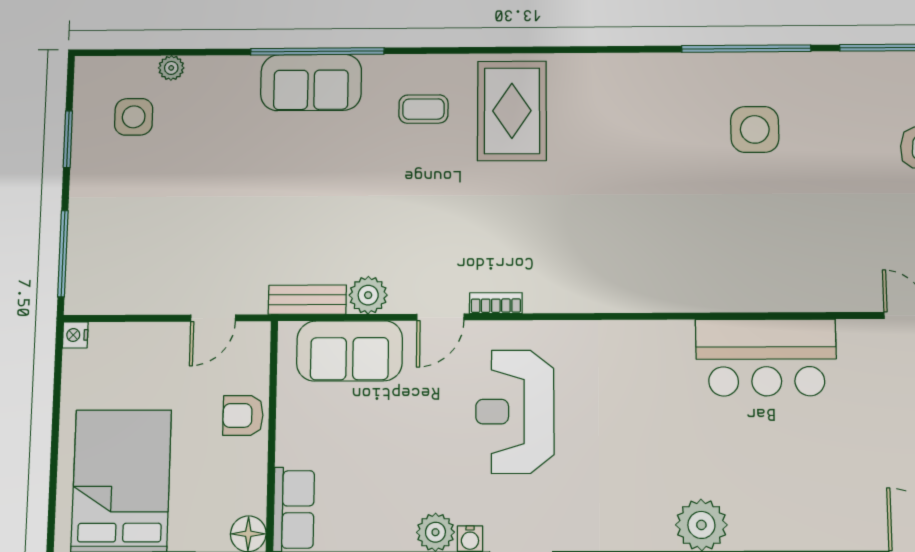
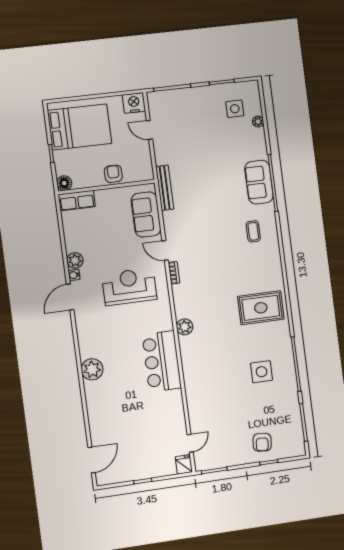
rug: (512, 111) -> (261, 308), moved
plant: (368, 295) -> (185, 327), moved
bench: (307, 300) -> (165, 188), width x1.36
door: (213, 318) -> (149, 130), moved
nightstand: (75, 335) -> (134, 103), width x1.89, depth x1.79
bar counter: (766, 357) -> (162, 361), moved

